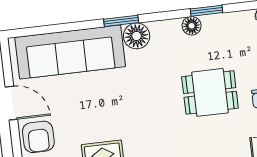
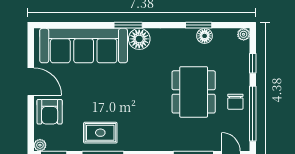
floor lamp: (192, 26) -> (205, 36), moved
dining table: (210, 92) -> (194, 92), width x1.38

